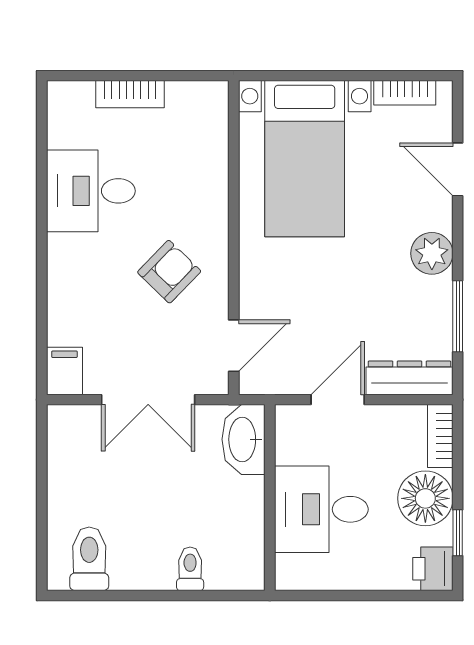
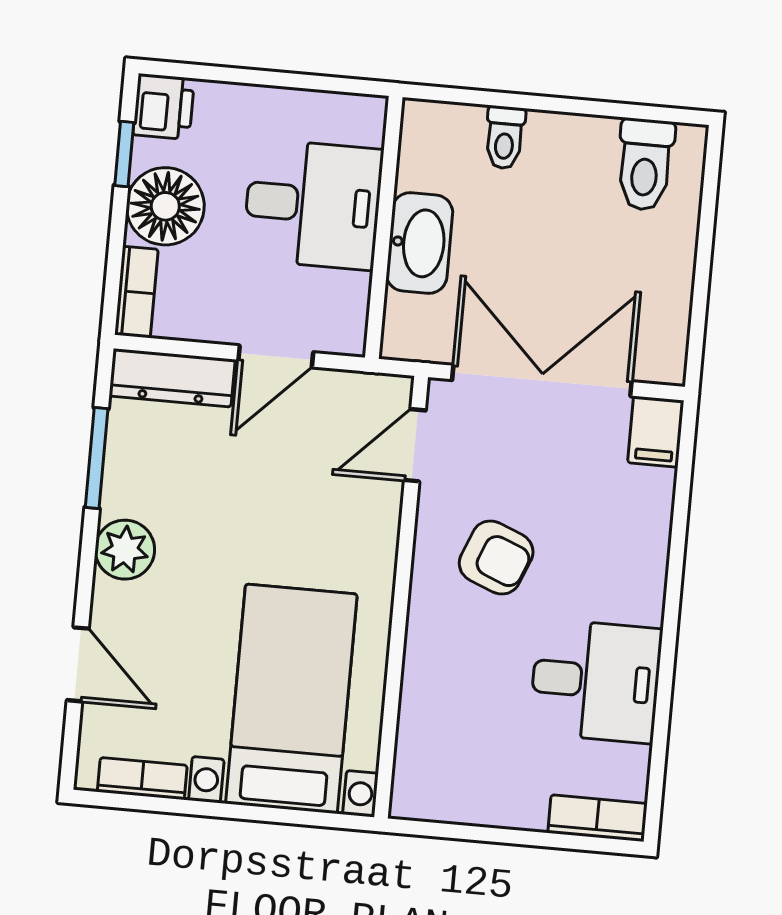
bookcase: (130, 94) -> (598, 818), moved
armchair: (169, 272) -> (496, 558), turned -112
double door: (148, 400) -> (542, 381), width x1.37
washbasin: (243, 439) -> (419, 243), moved

